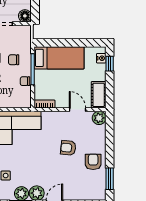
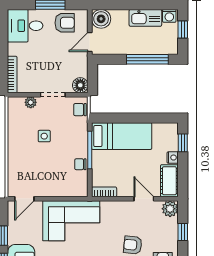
nightstand: (101, 58) -> (173, 158), moved
chair: (14, 60) -> (80, 110), moved
window: (110, 137) -> (183, 232), added

